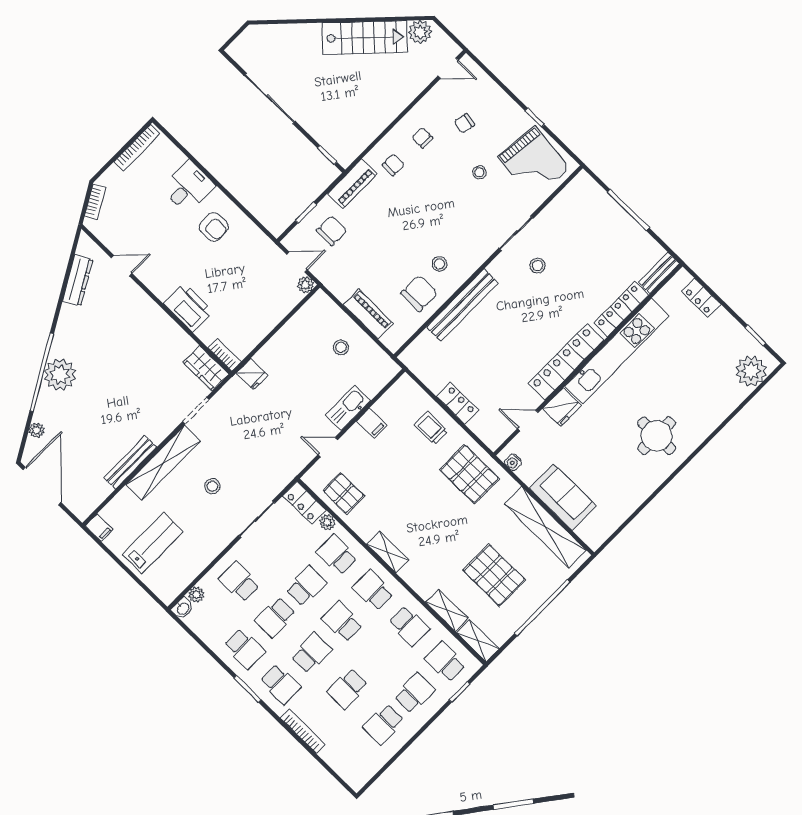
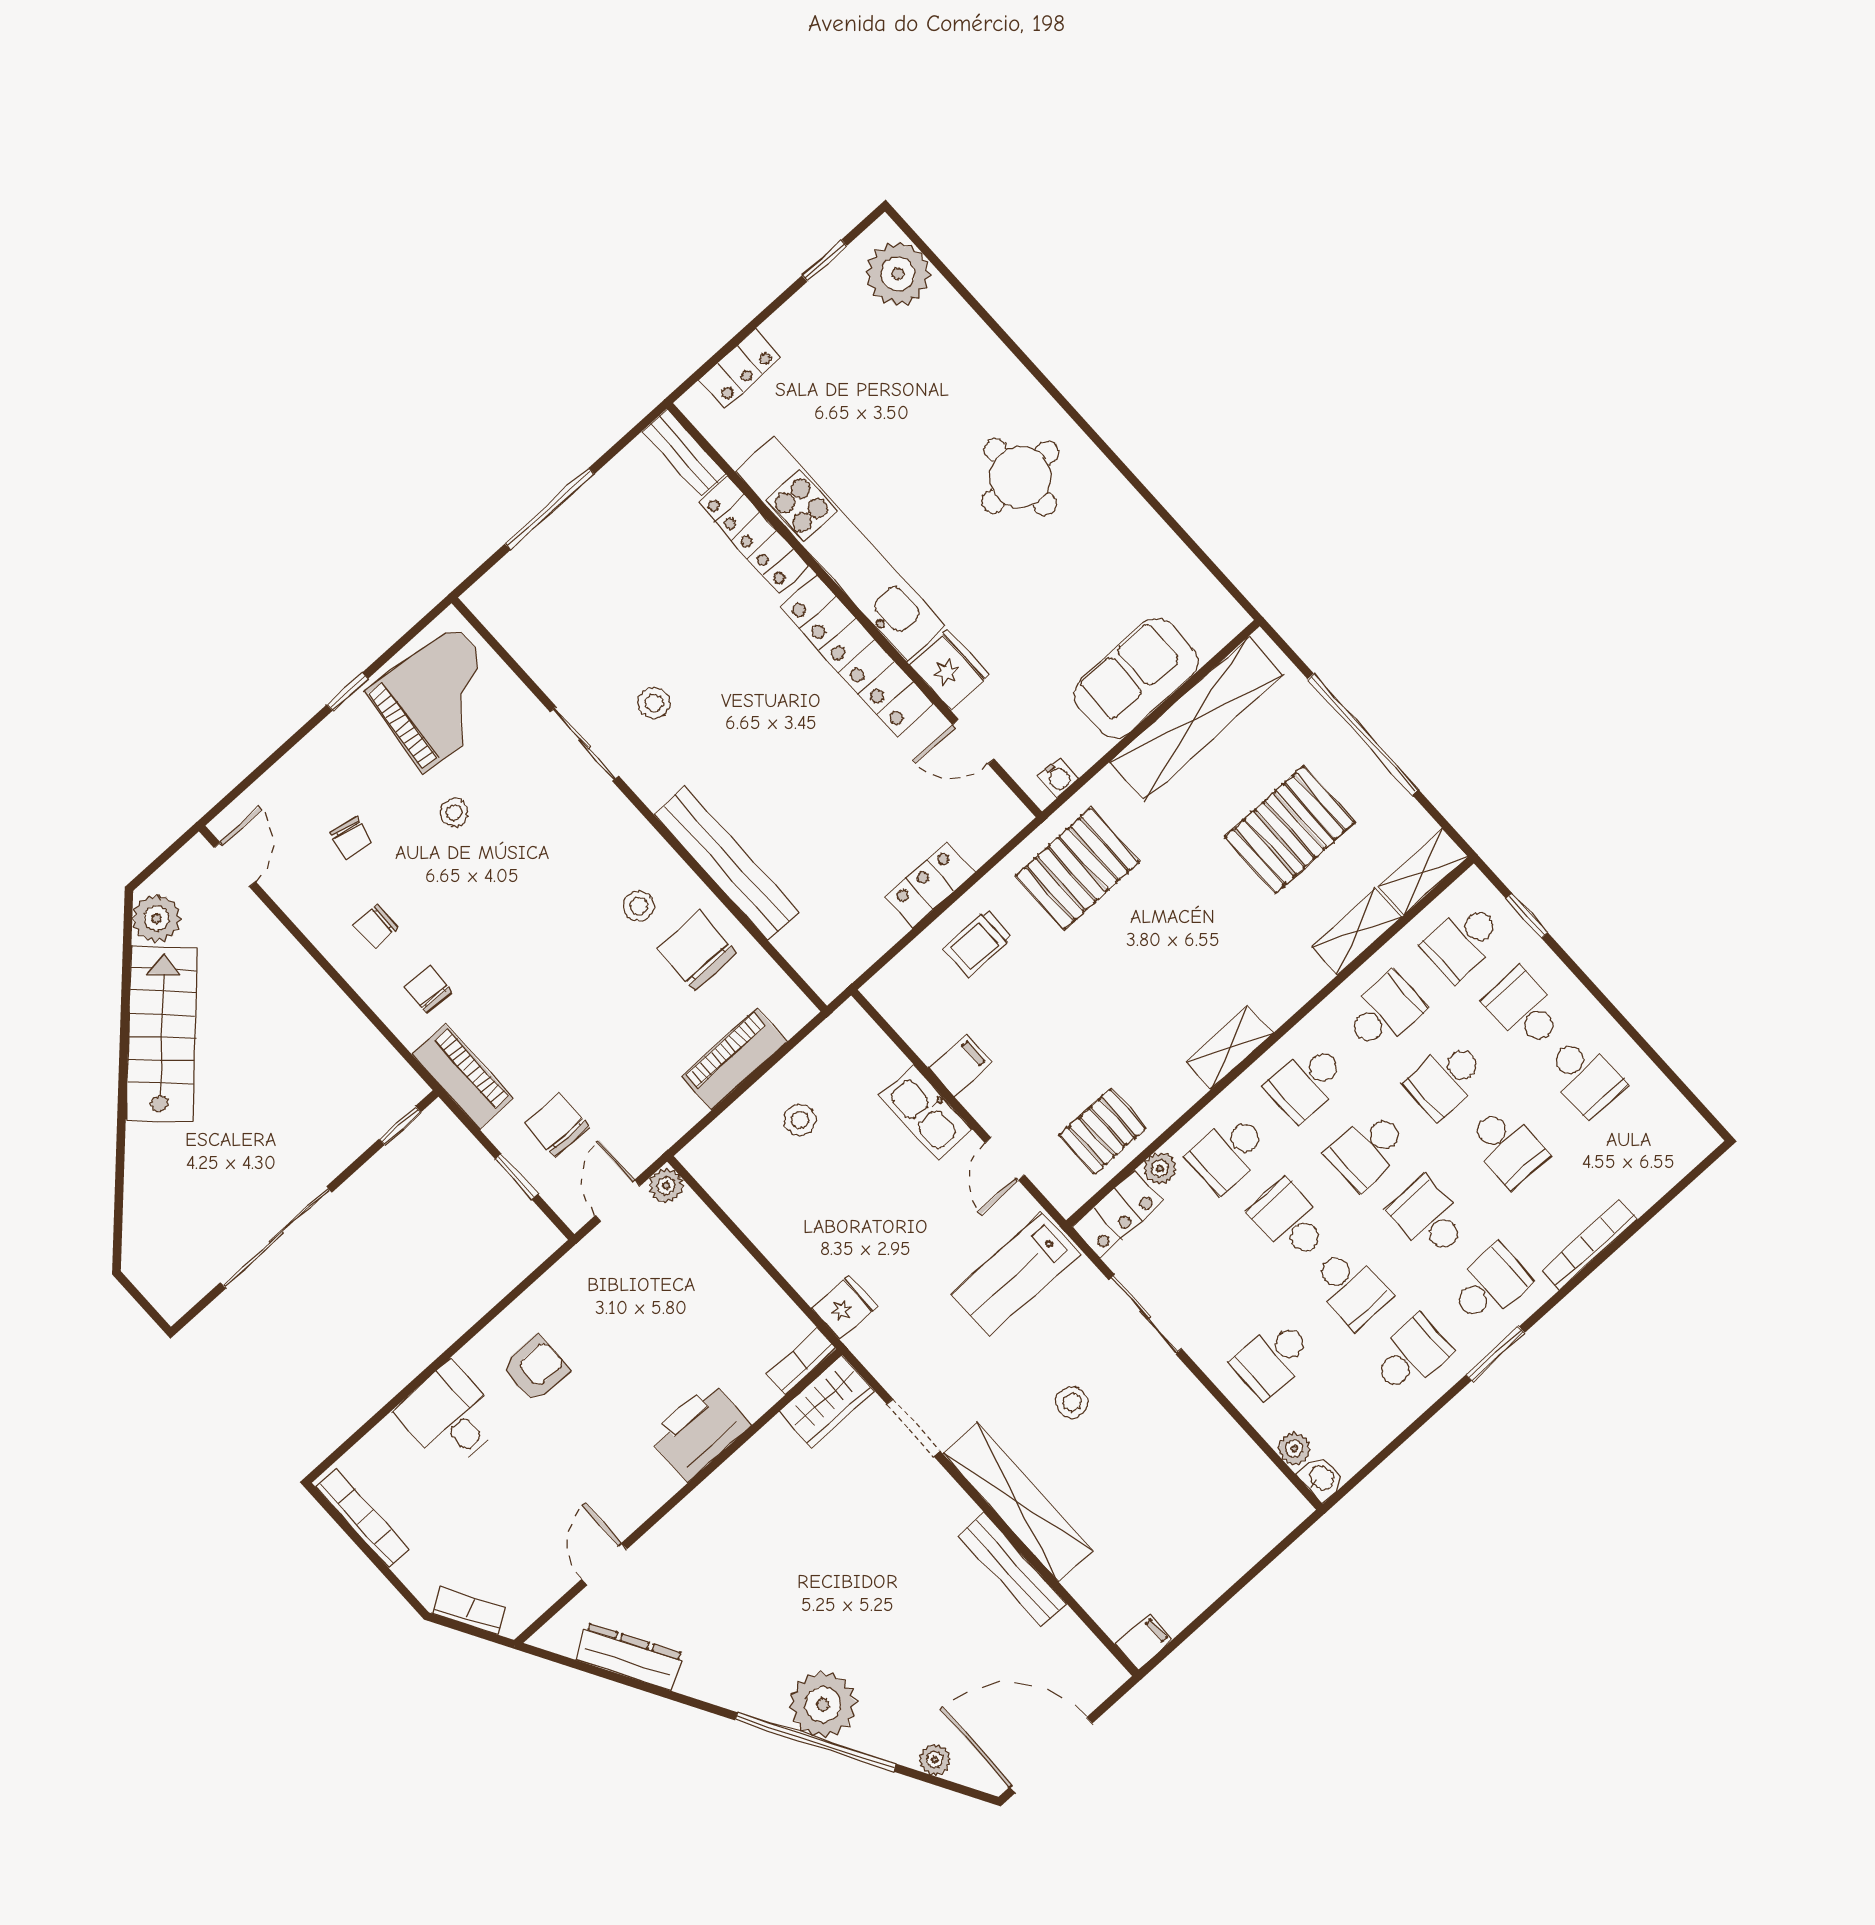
door: (528, 420) -> (973, 742), hinge flipped
lab bench: (153, 543) -> (1015, 1274), moved, turned -90
school desk: (378, 657) -> (1446, 1079), added

